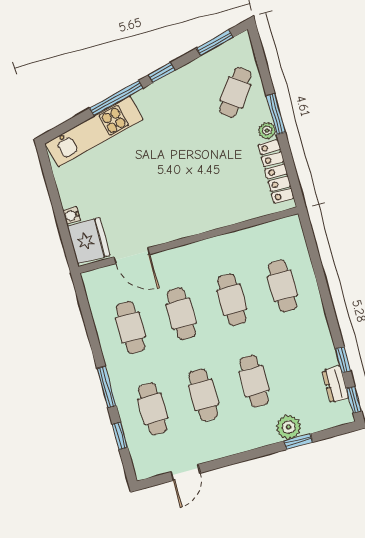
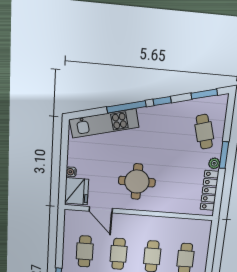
cafe table: (235, 92) -> (204, 132), turned -52
round table: (168, 196) -> (137, 182), added

